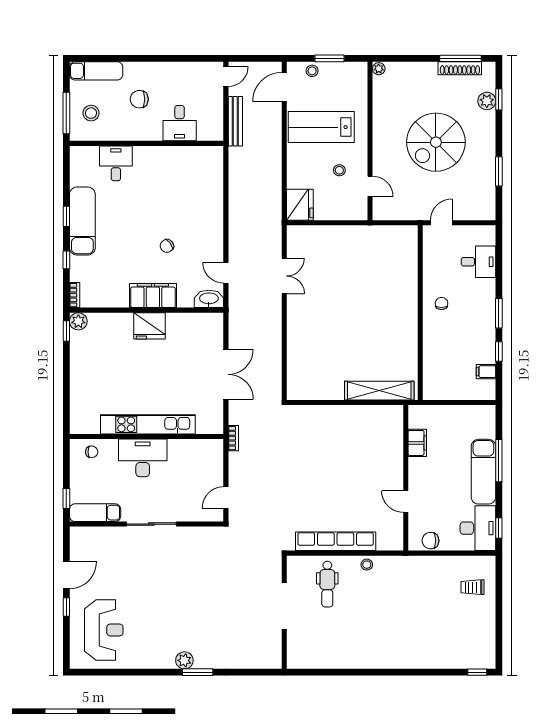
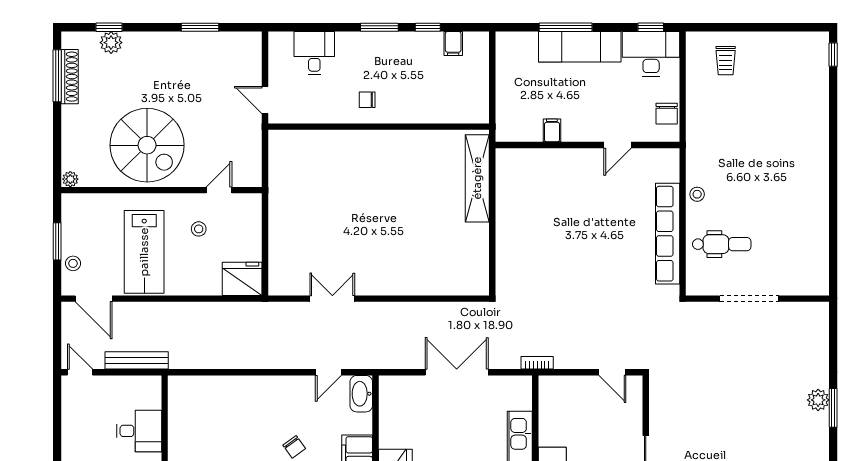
spiral stairs: (436, 142) -> (147, 145), moved
filing cabinet: (417, 443) -> (552, 130), width x0.50
plant: (184, 660) -> (818, 400), moved

